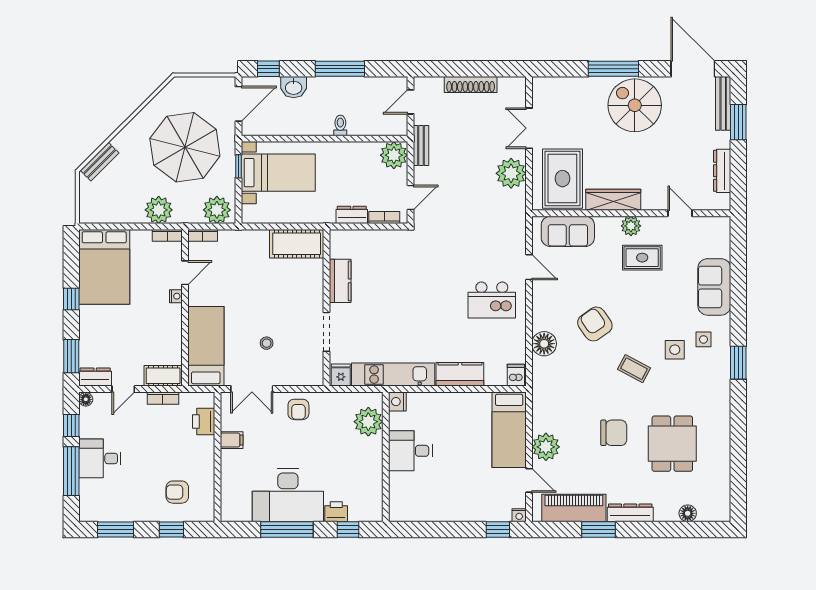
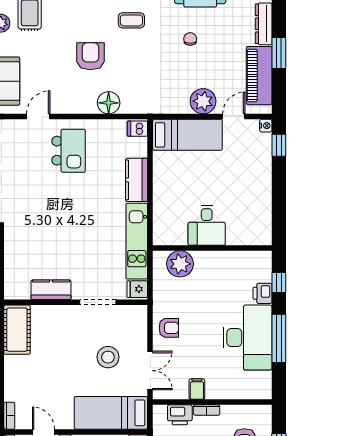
armchair: (595, 324) -> (90, 56), turned 125
stool: (267, 343) -> (108, 357), width x1.89, depth x1.89
coffee table: (634, 369) -> (131, 20), turned 62
nightstand: (397, 402) -> (162, 237), removed
chair: (614, 433) -> (190, 39), width x0.54, depth x0.54
bookcase: (209, 451) -> (207, 410), added

